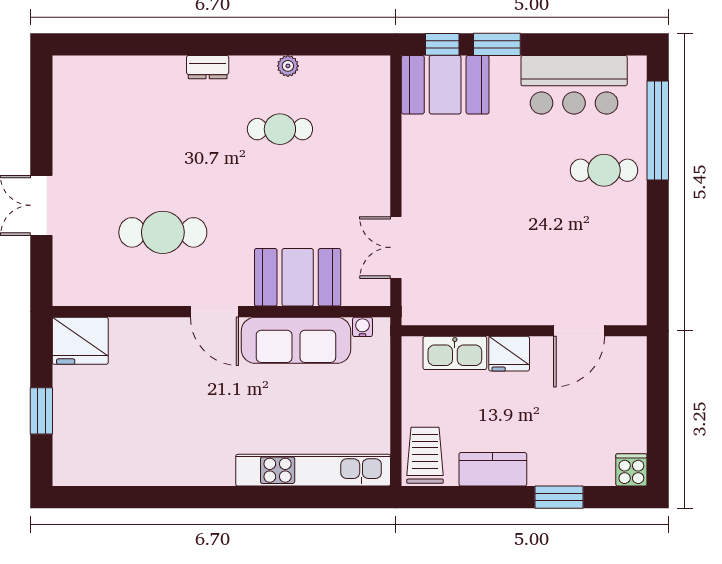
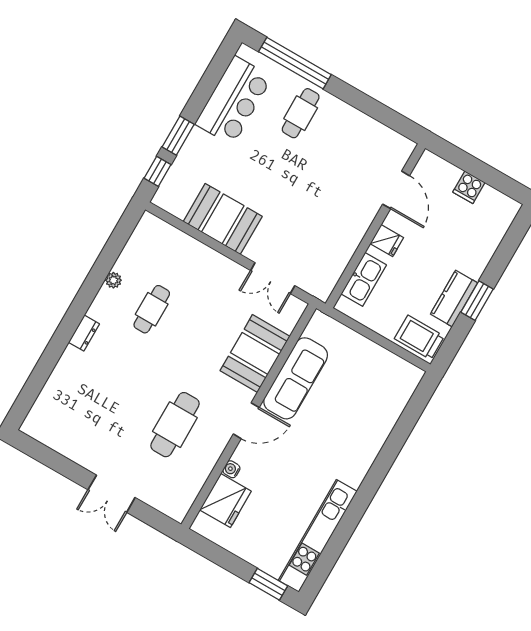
booth: (445, 85) -> (223, 219), moved, turned 90
water cooler: (362, 327) -> (231, 469), moved
fridge: (80, 341) -> (225, 501), moved
fridge: (509, 354) -> (387, 241), width x0.72
window: (41, 411) -> (268, 584), moved
kitchen unit: (313, 470) -> (318, 536), moved
cooker: (631, 470) -> (469, 187), moved, turned -90
window: (559, 497) -> (477, 301), moved

